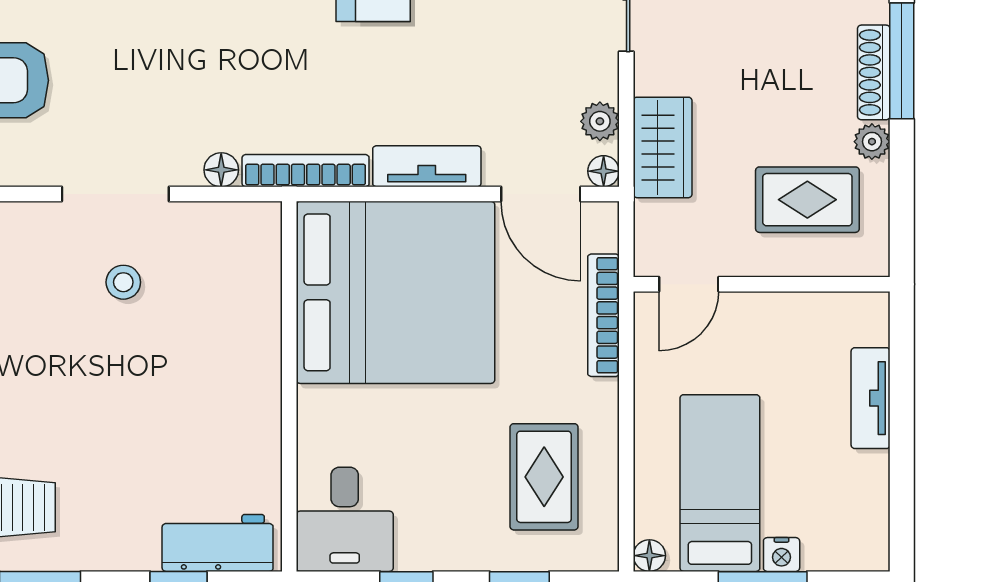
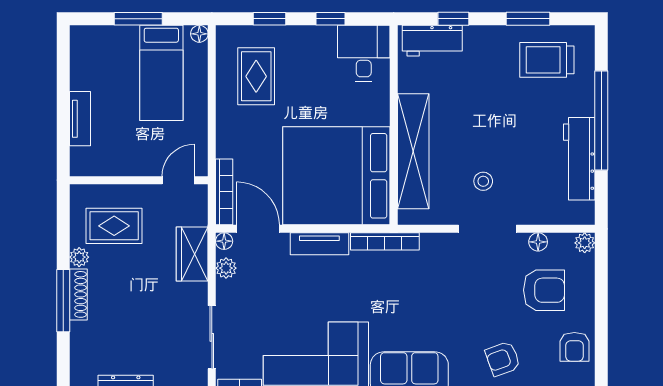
floor lamp: (221, 170) -> (538, 242), moved
bookcase: (603, 315) -> (224, 192), moved
shelving: (253, 338) -> (413, 151), added
nightstand: (782, 555) -> (128, 34), removed

